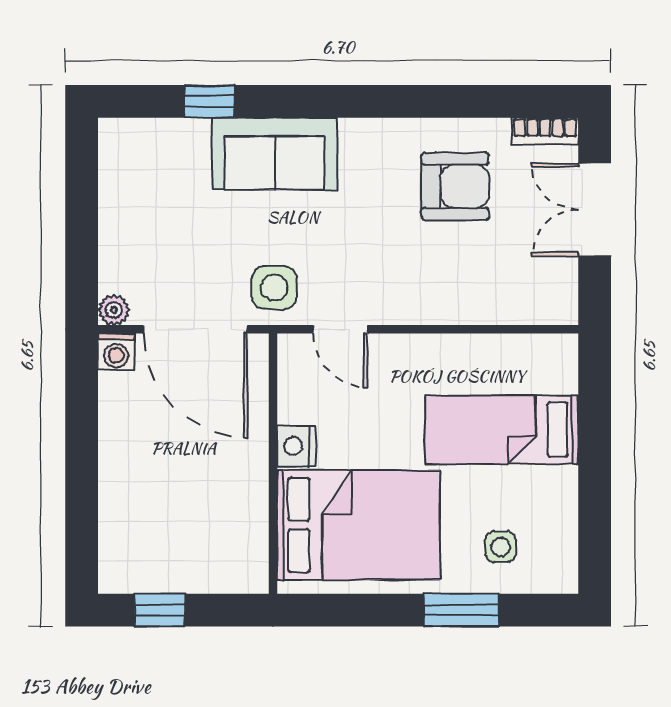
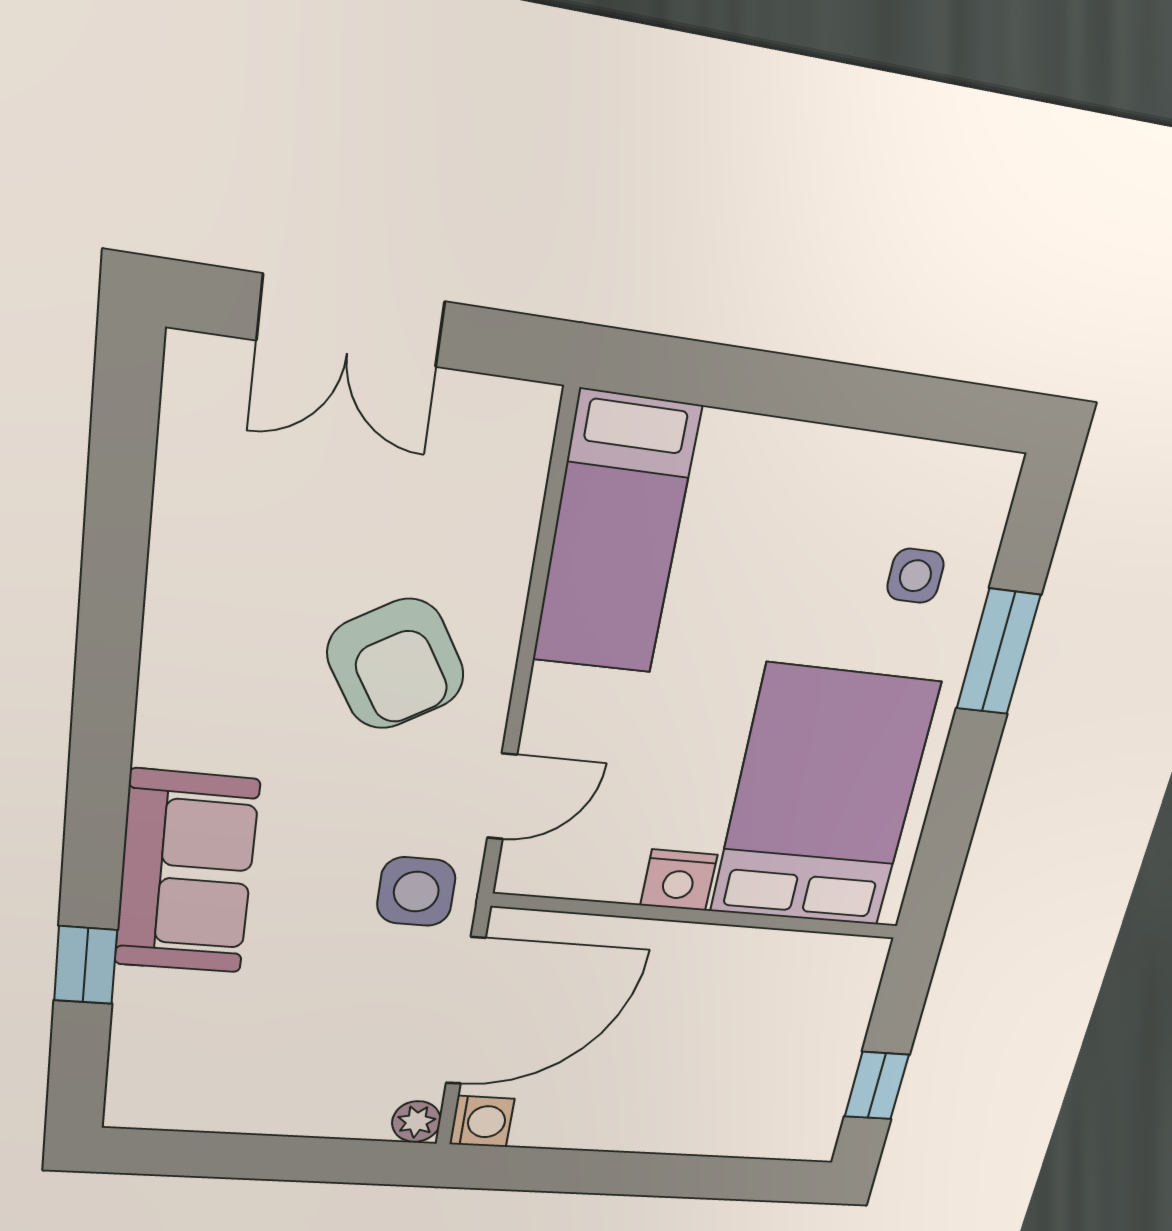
bookcase: (545, 131) -> (186, 396), removed
armchair: (455, 186) -> (396, 664), moved, turned 149
bed: (502, 430) -> (616, 535), moved

